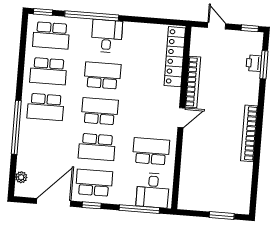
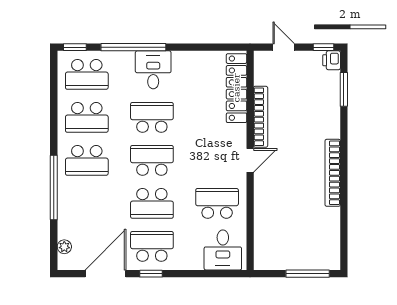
printer: (254, 63) -> (332, 60), moved
window: (139, 209) -> (208, 274), removed
window: (222, 216) -> (308, 274), width x1.44

